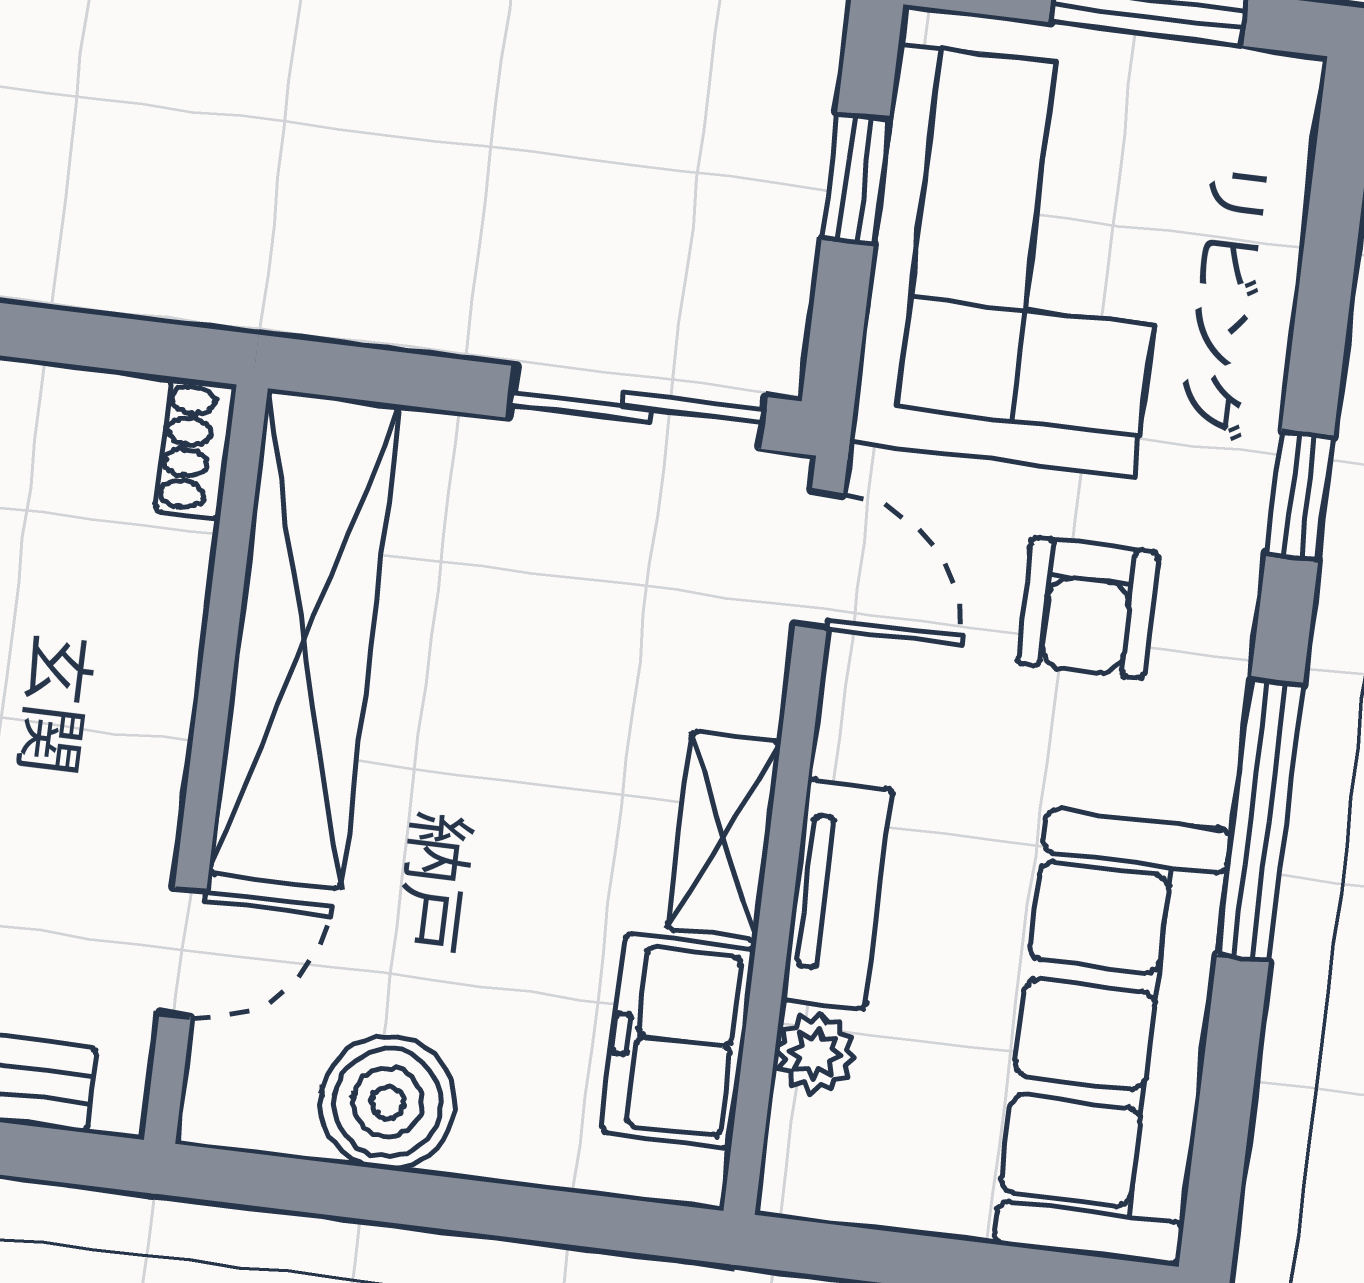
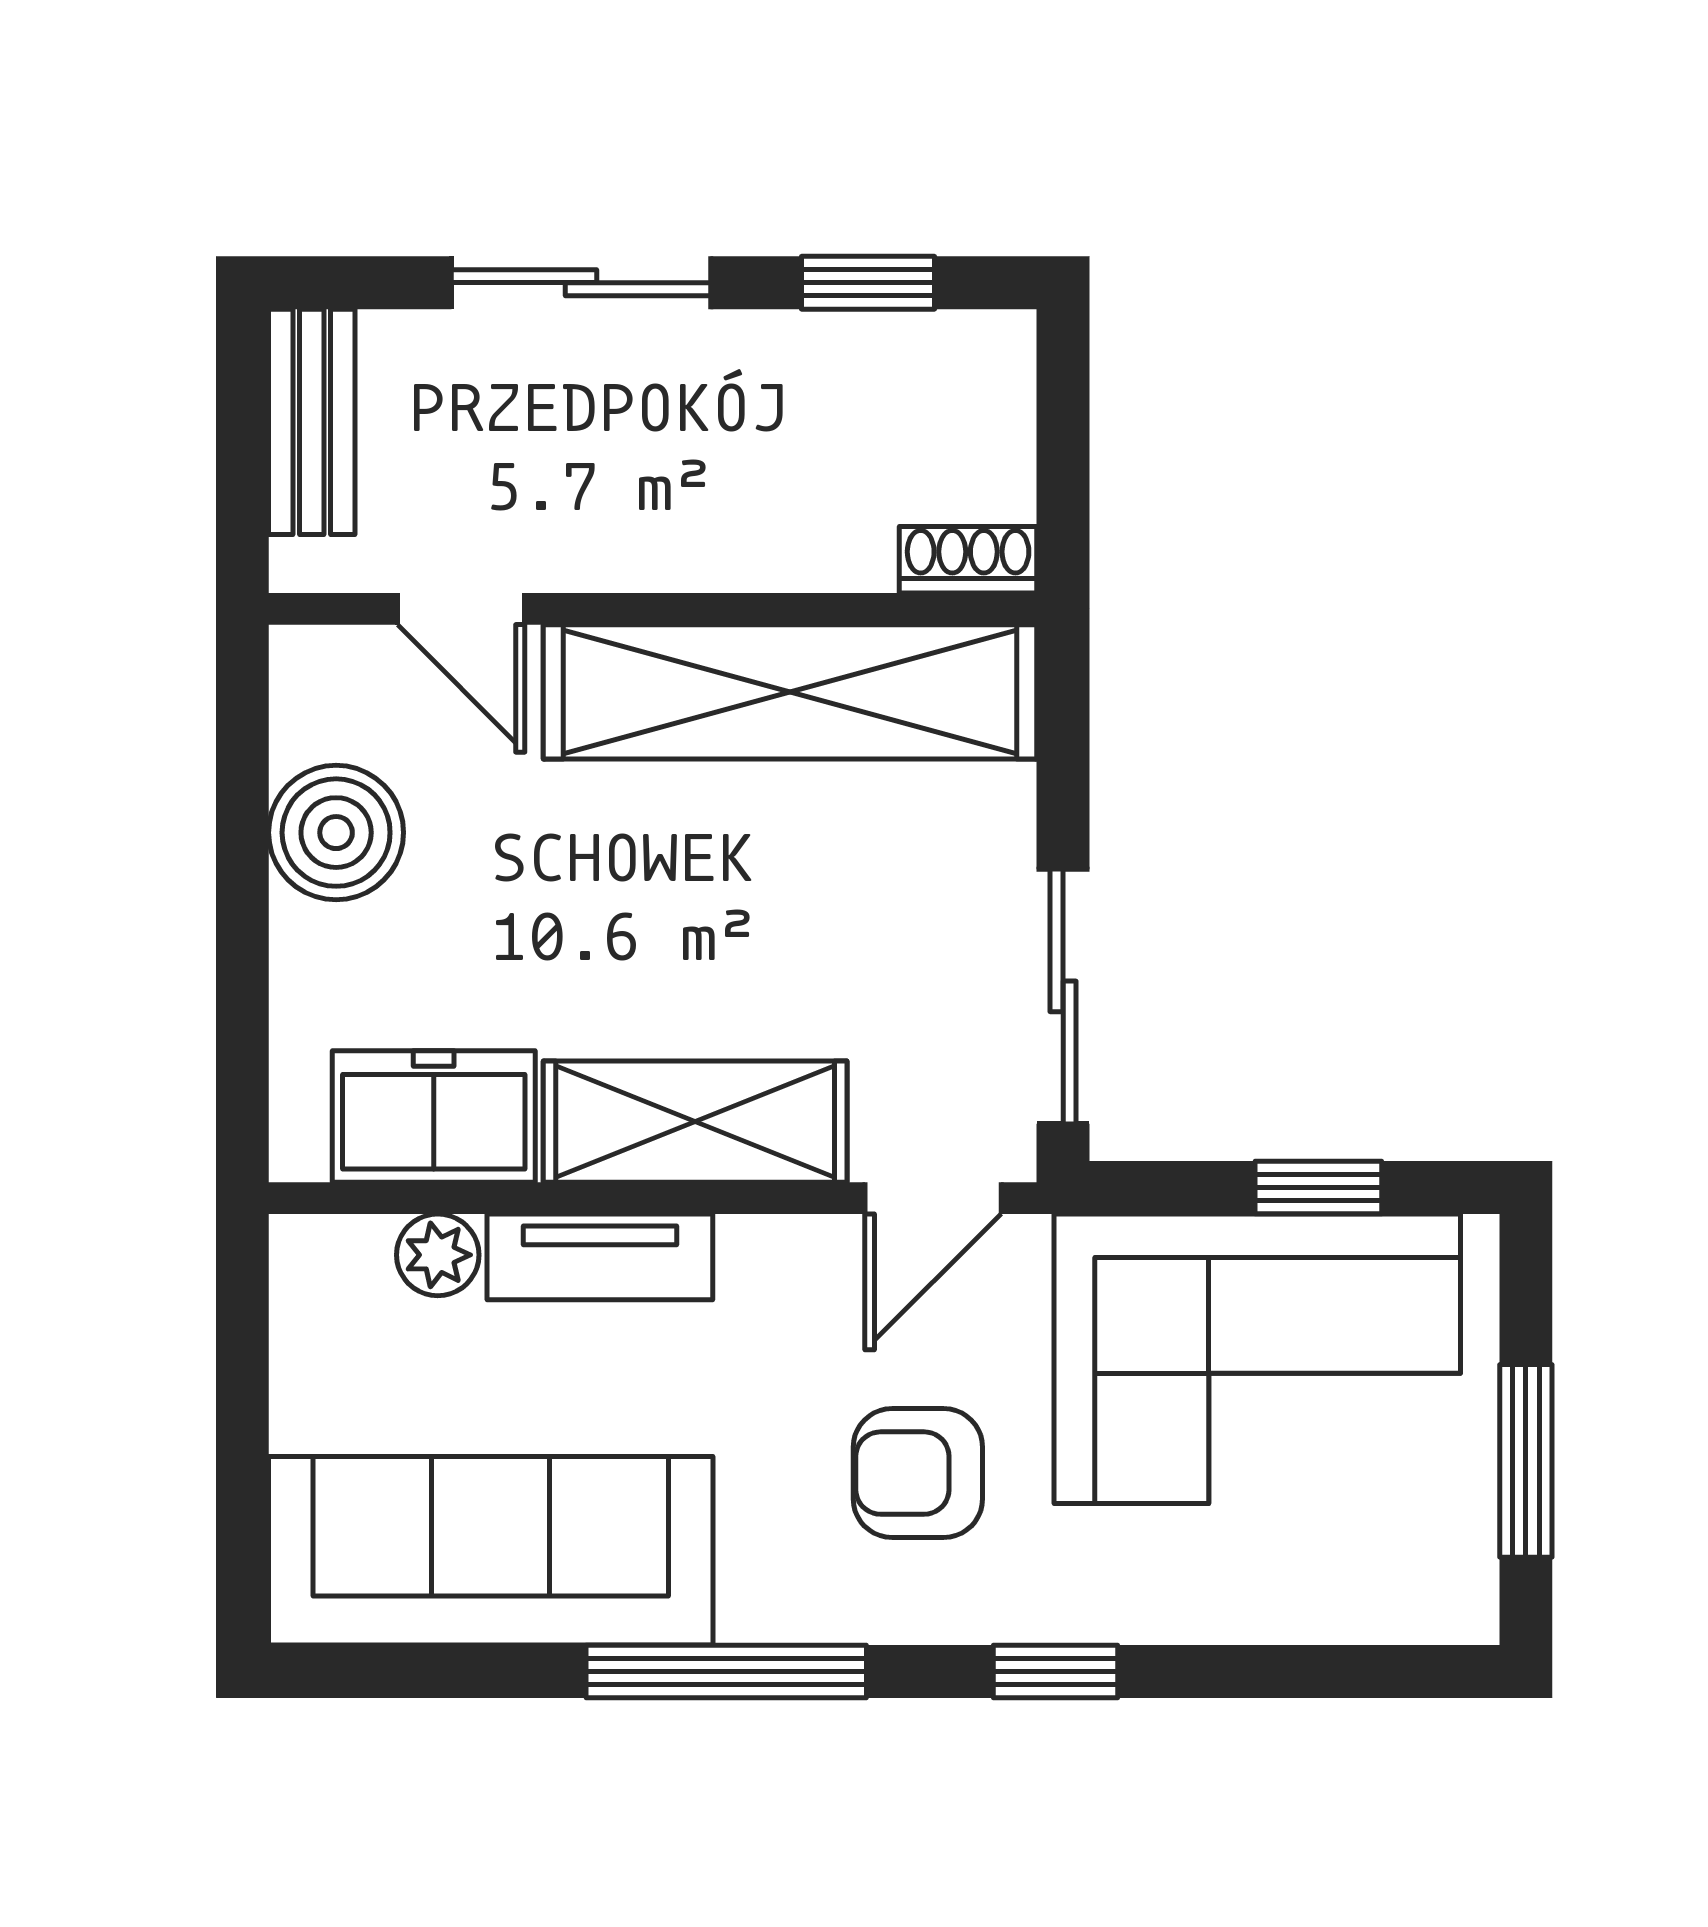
shelving: (724, 836) -> (695, 1122), width x1.50, depth x1.33

